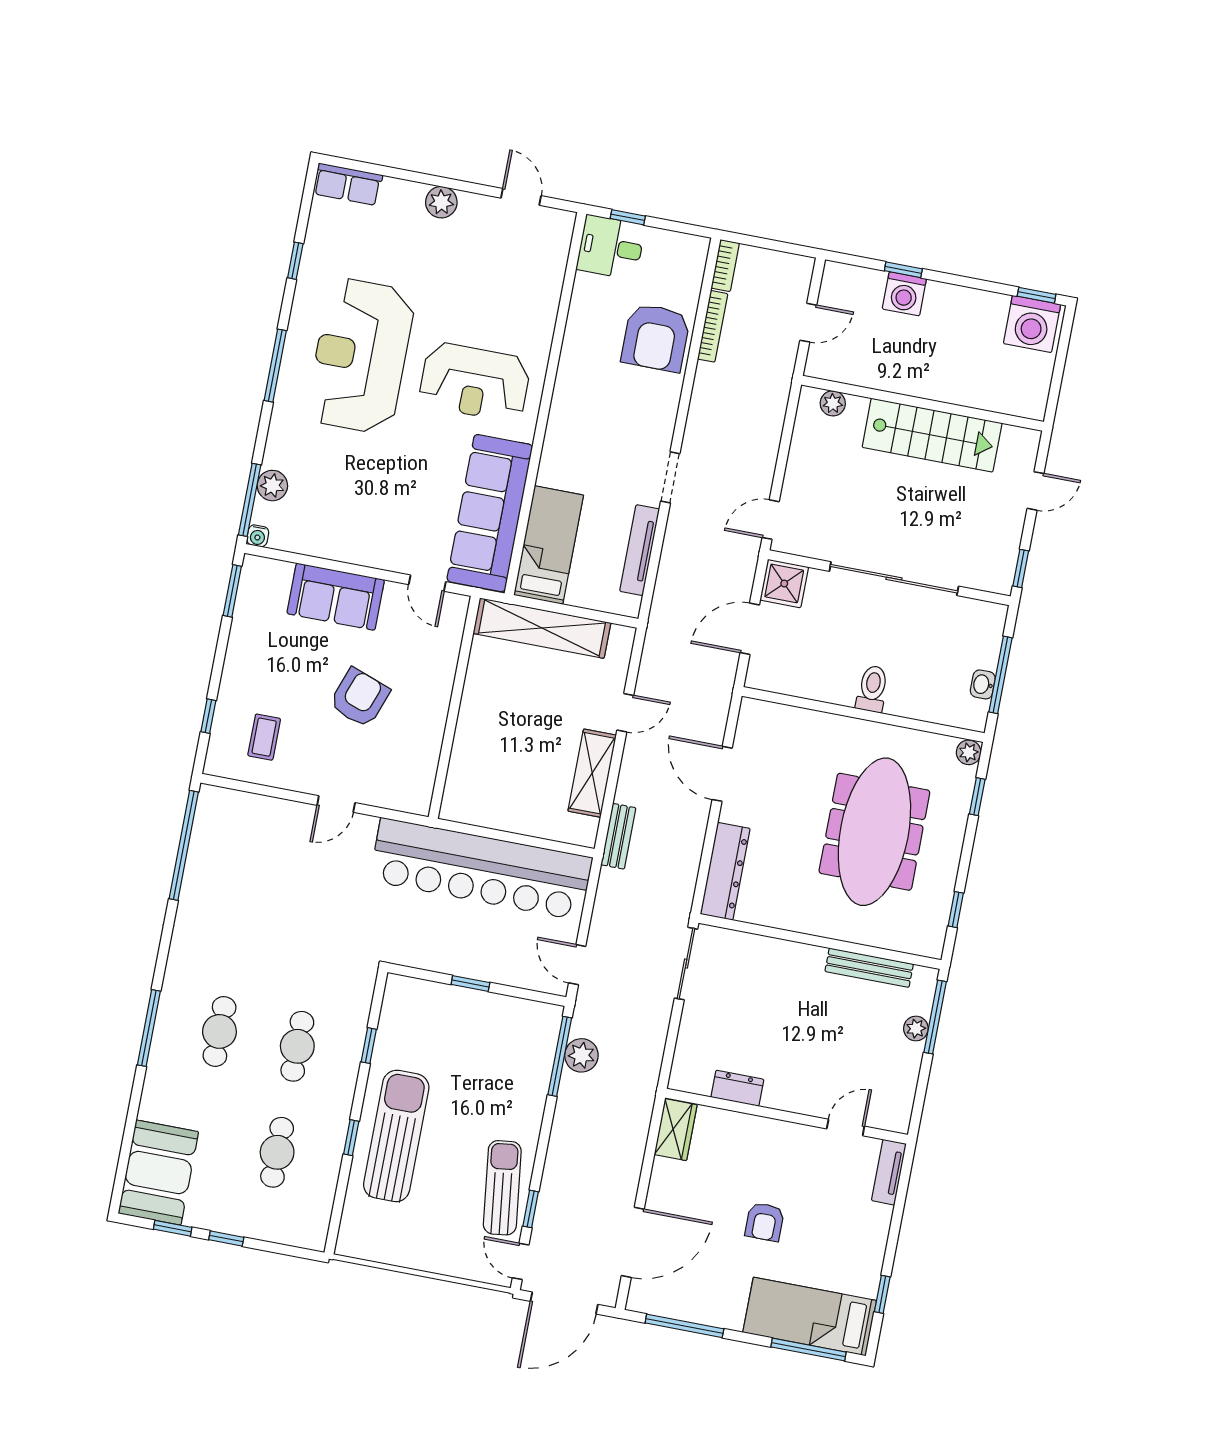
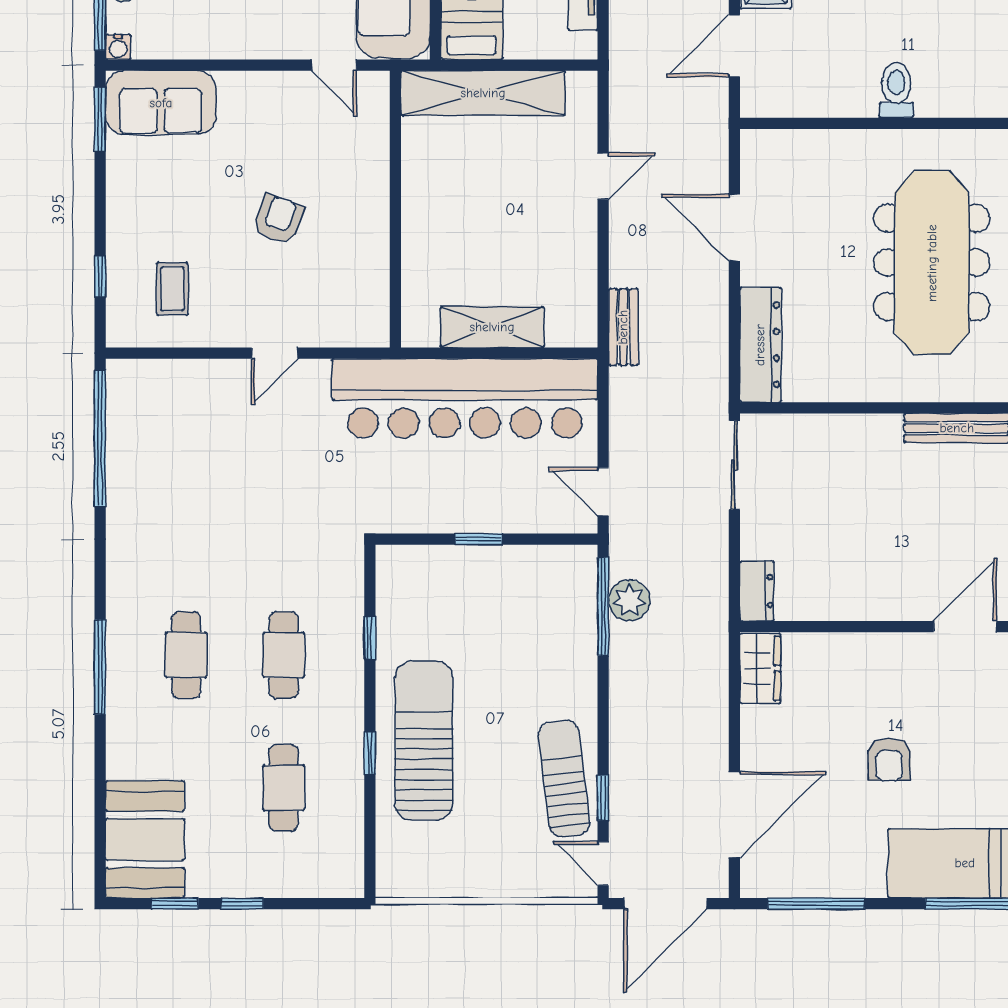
sofa: (336, 597) -> (161, 103), moved
armchair: (360, 698) -> (279, 219), width x0.72, depth x0.72
shelving: (592, 773) -> (492, 327), moved, turned 90
dresser: (737, 1088) -> (757, 591), moved, turned 90
door: (846, 1127) -> (965, 627), width x1.38

